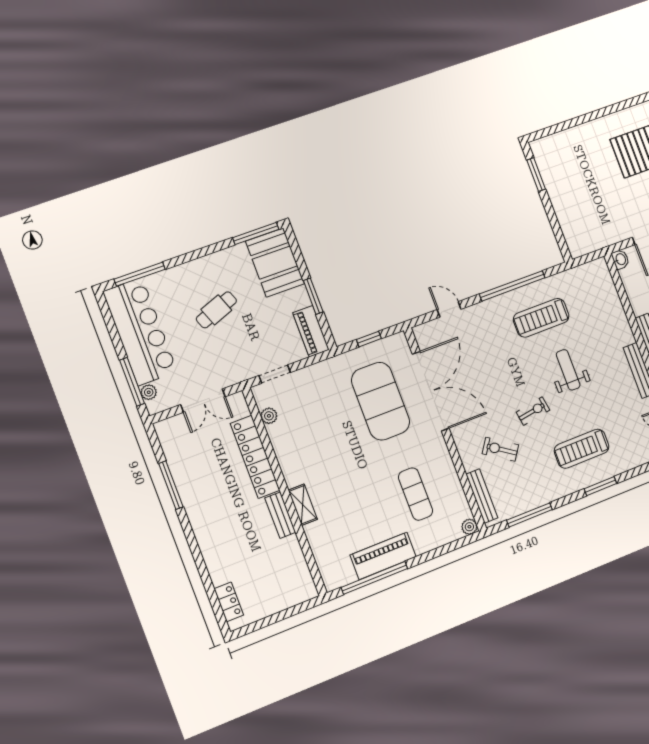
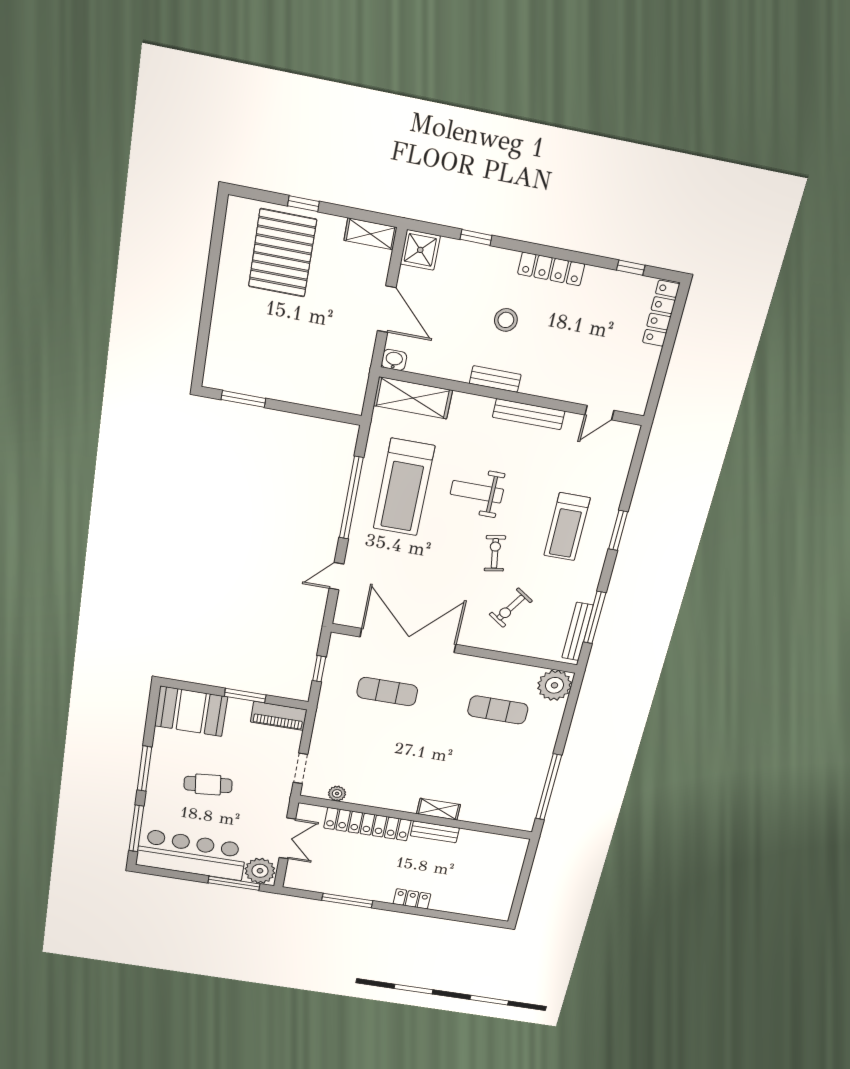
window: (256, 234) -> (144, 769), moved
shelving: (604, 287) -> (413, 398), added
cafe table: (216, 310) -> (208, 784), turned -75
treadmill: (541, 318) -> (404, 487), width x1.37, depth x1.37
plant: (149, 392) -> (260, 871), width x1.87, depth x1.87
exercise mat: (381, 401) -> (387, 692), width x0.50, depth x0.69
bench: (482, 496) -> (578, 631), moved, turned 90
plant: (469, 527) -> (555, 685), width x1.87, depth x1.87
piano: (383, 556) -> (534, 769), removed
locker: (229, 602) -> (412, 899), moved

